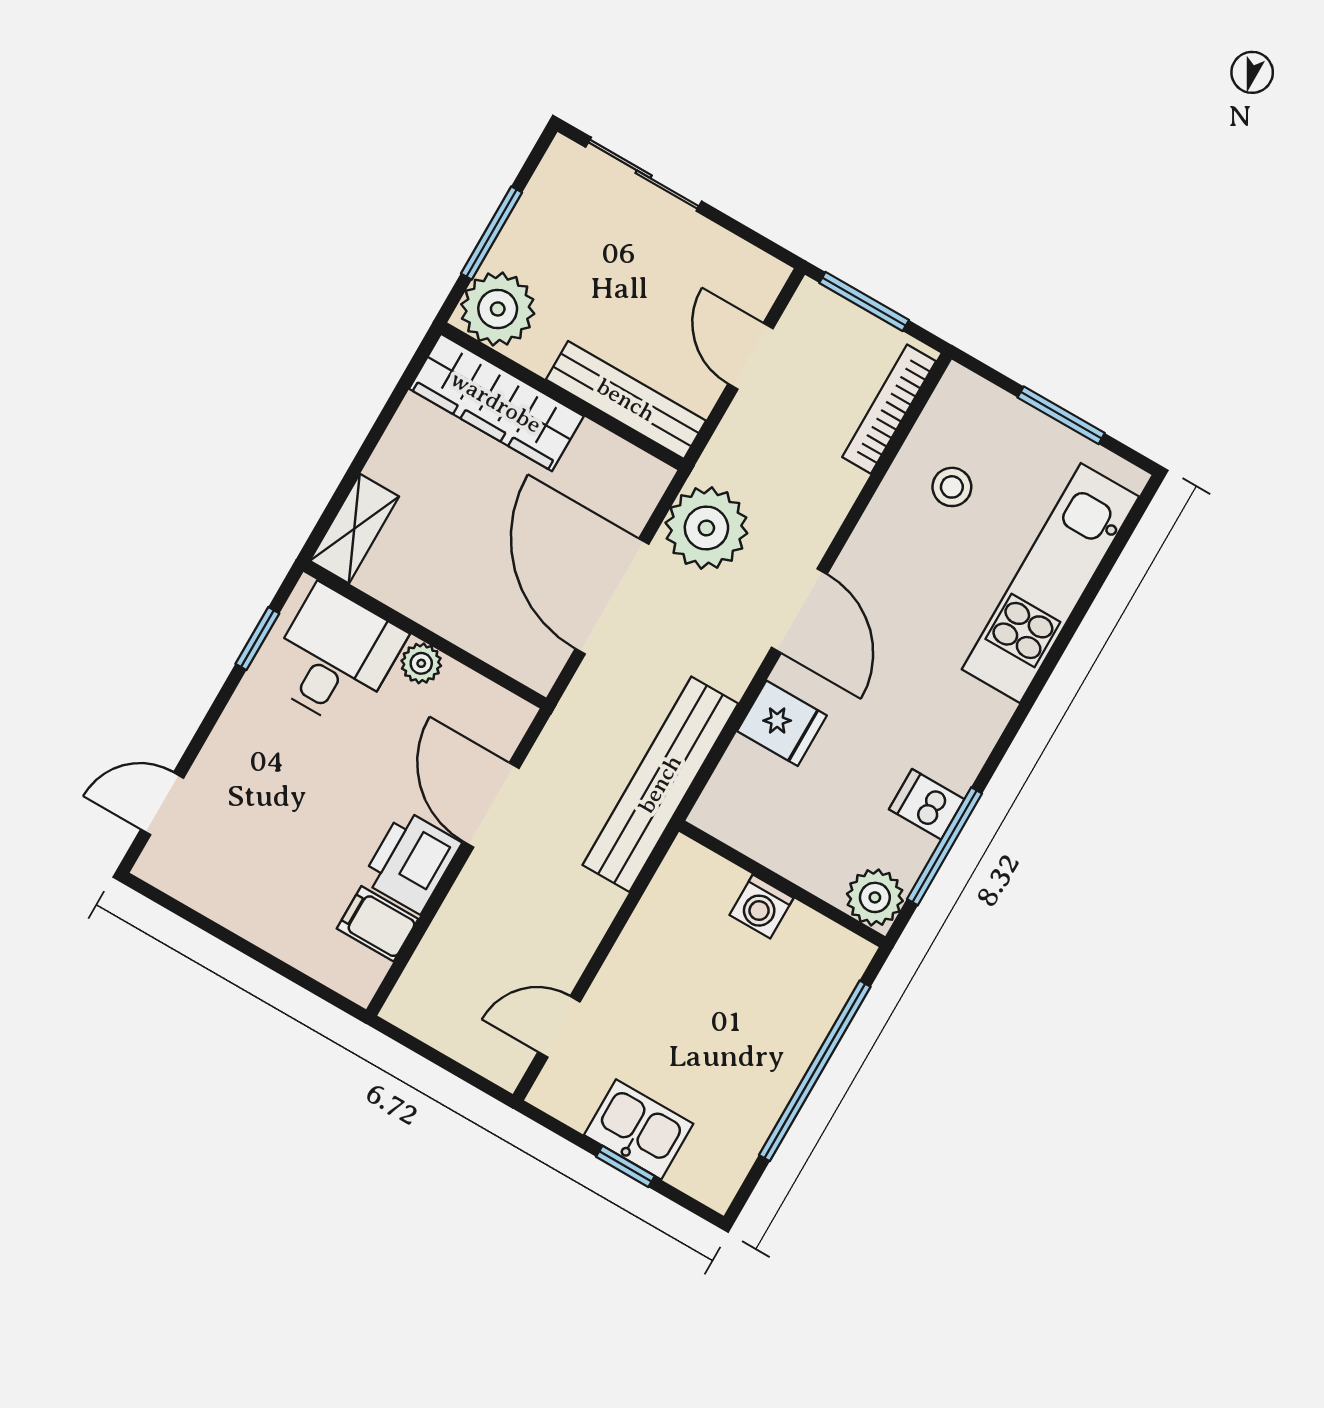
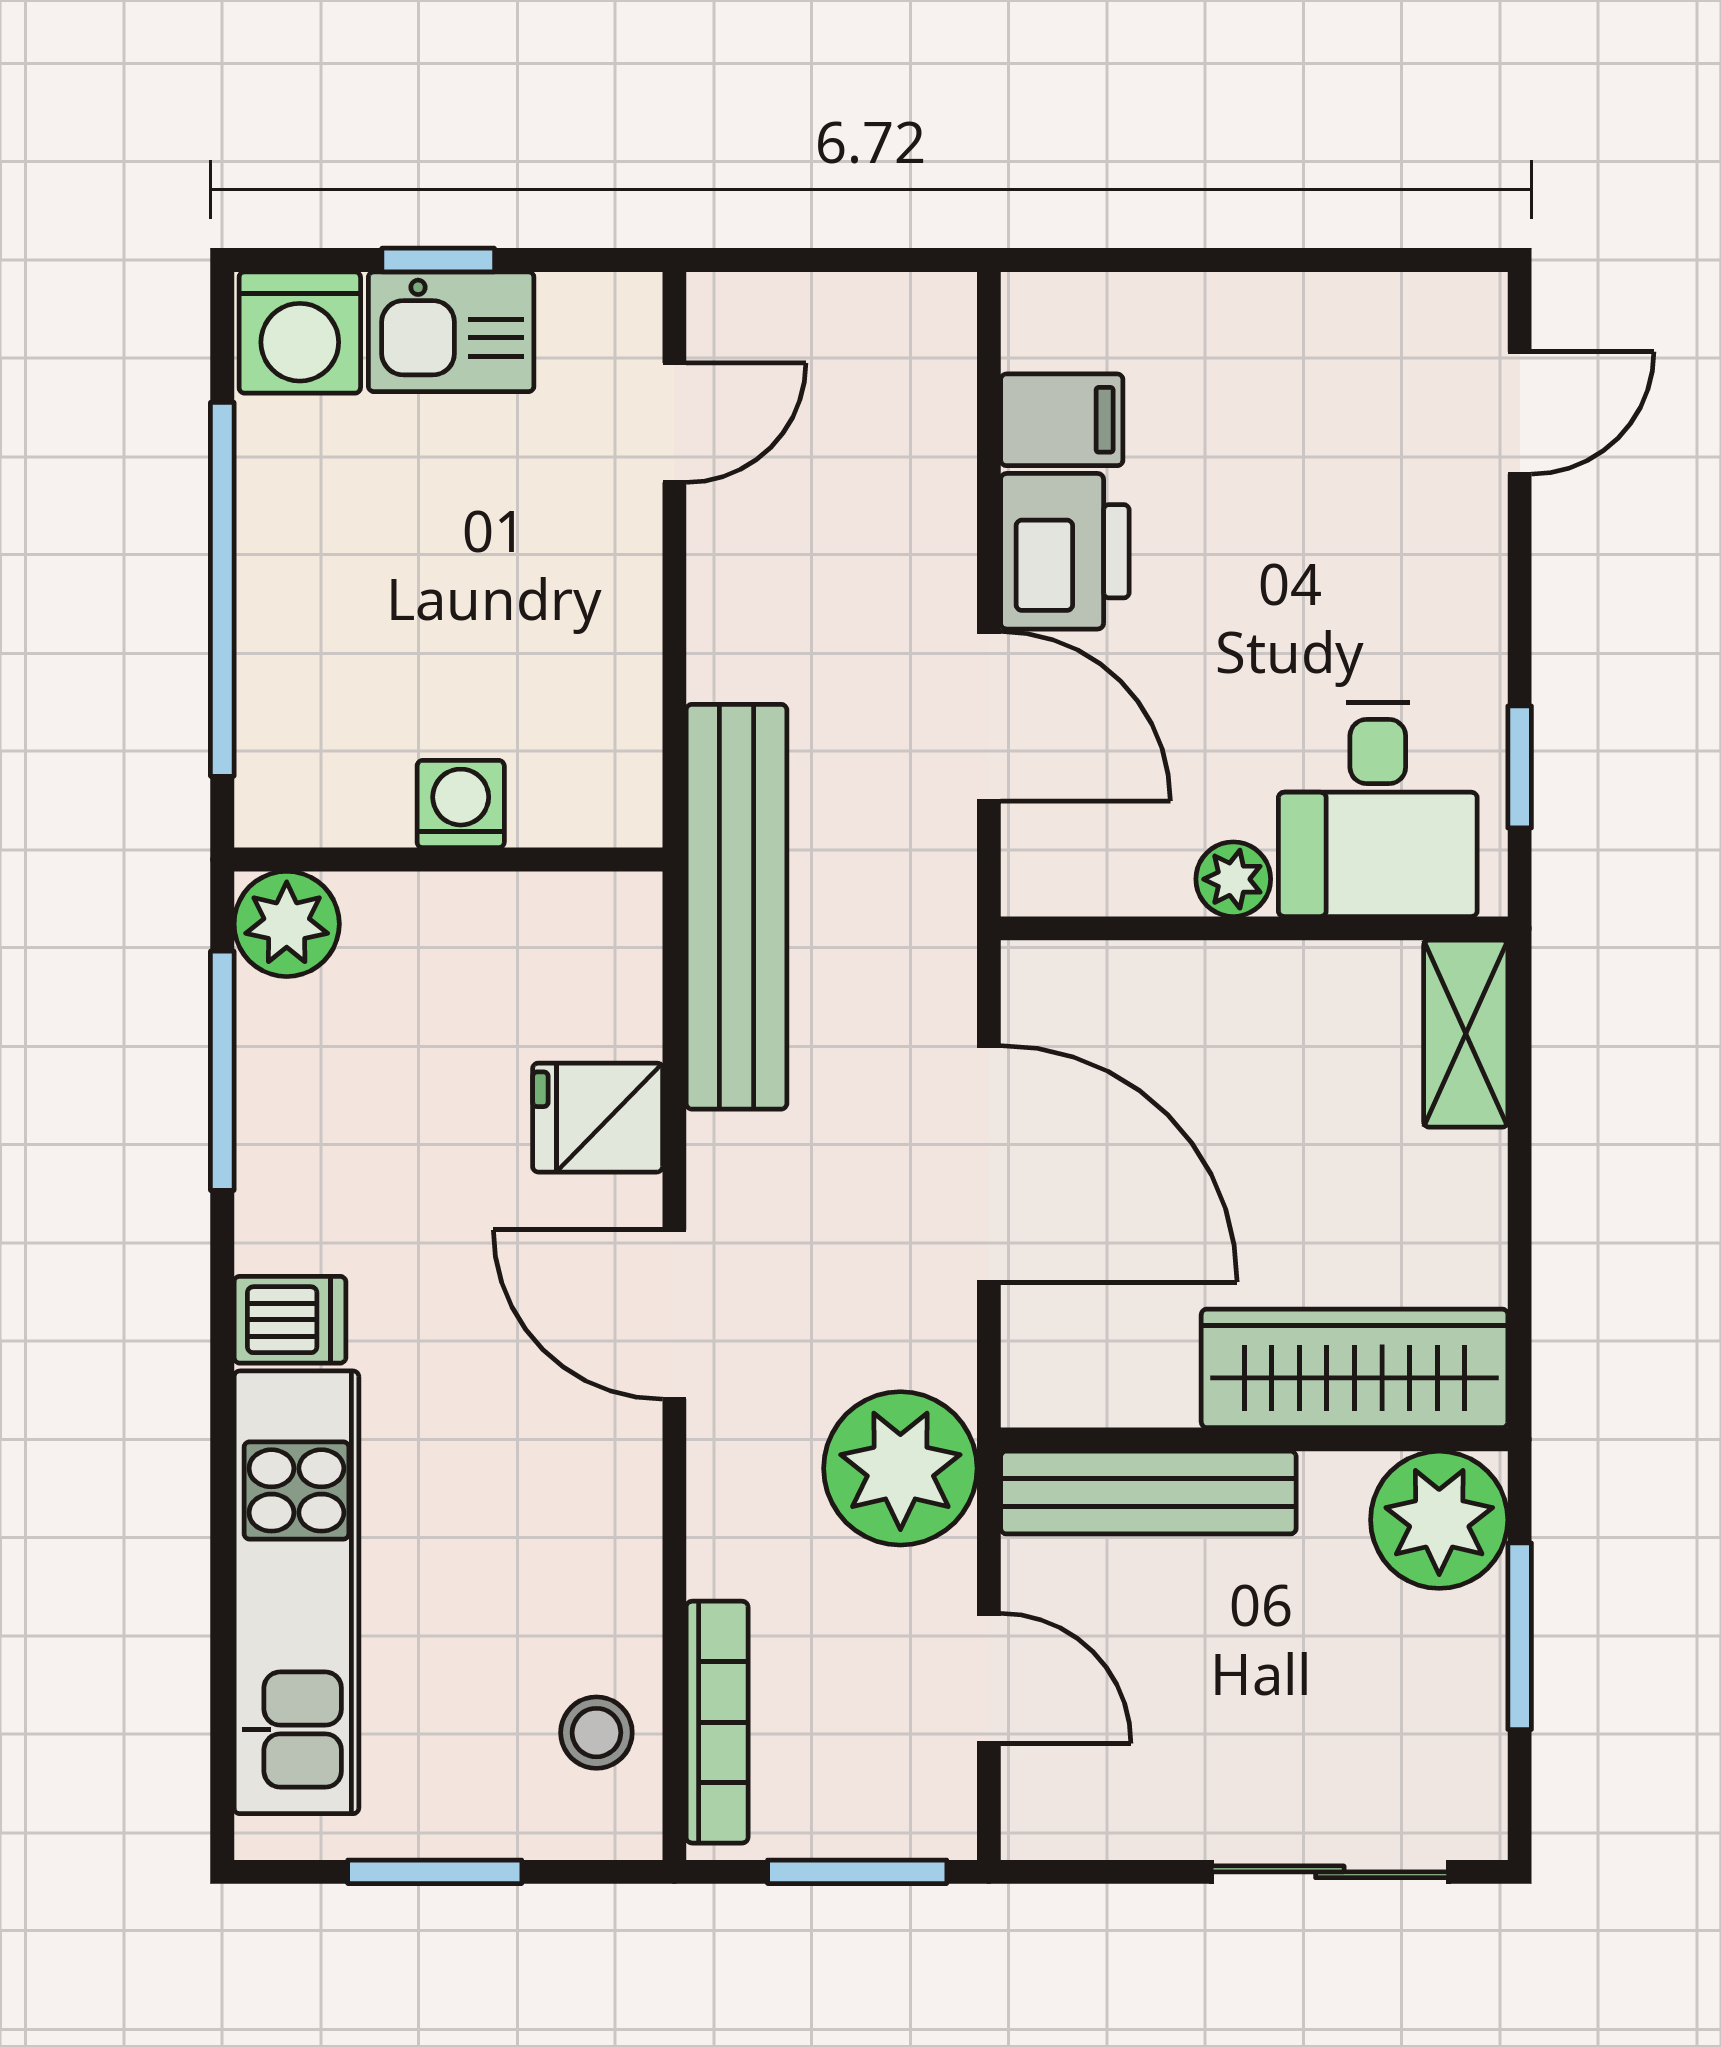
stool: (952, 487) -> (596, 1733), moved
plant: (706, 528) -> (900, 1468), moved
dishwasher: (927, 804) -> (290, 1320), moved
washing machine: (709, 1170) -> (300, 332), added

